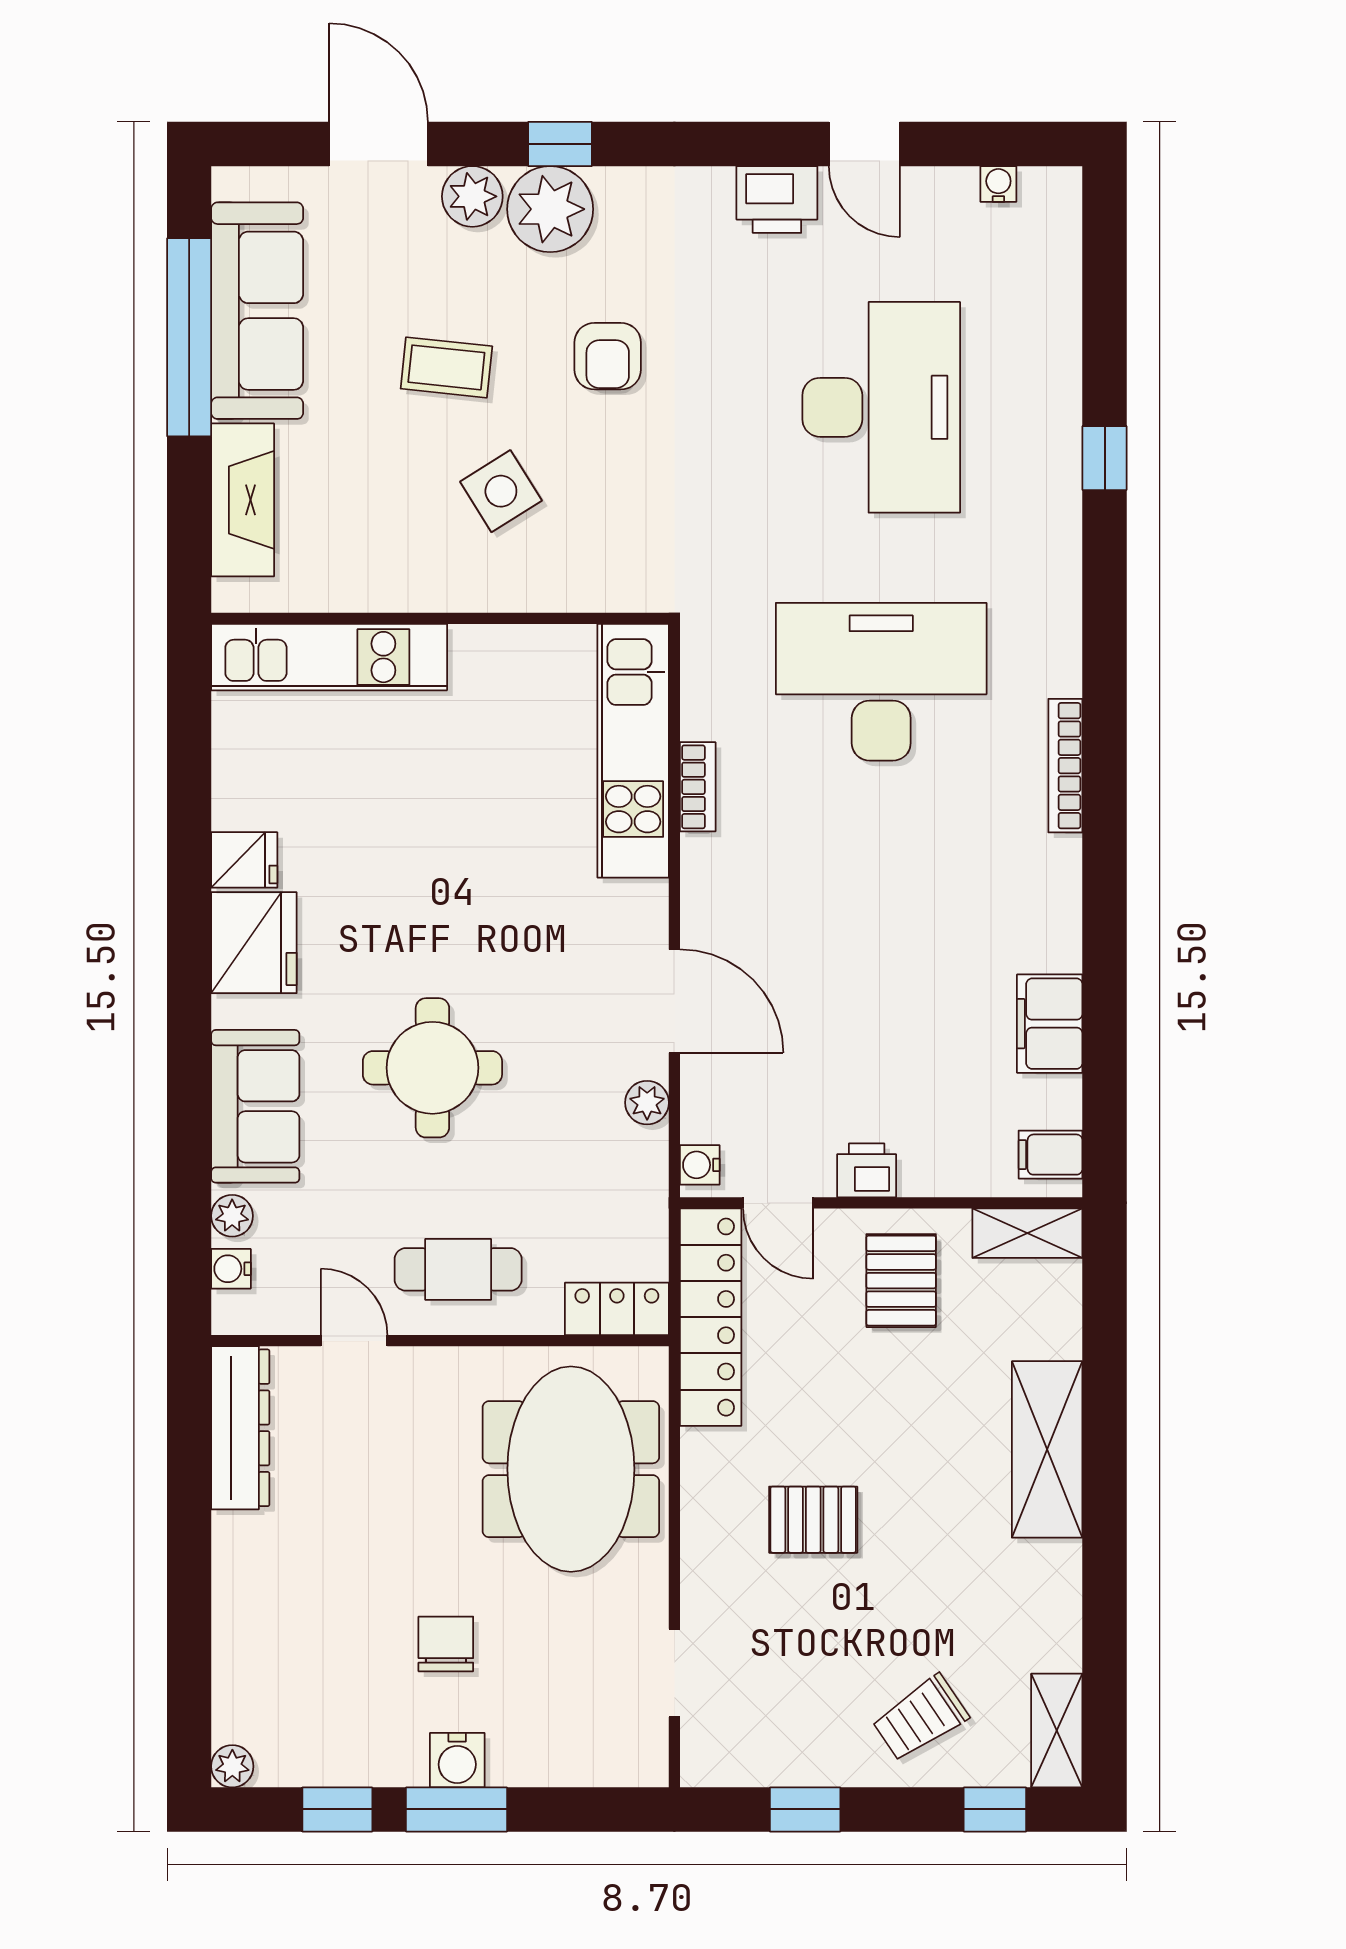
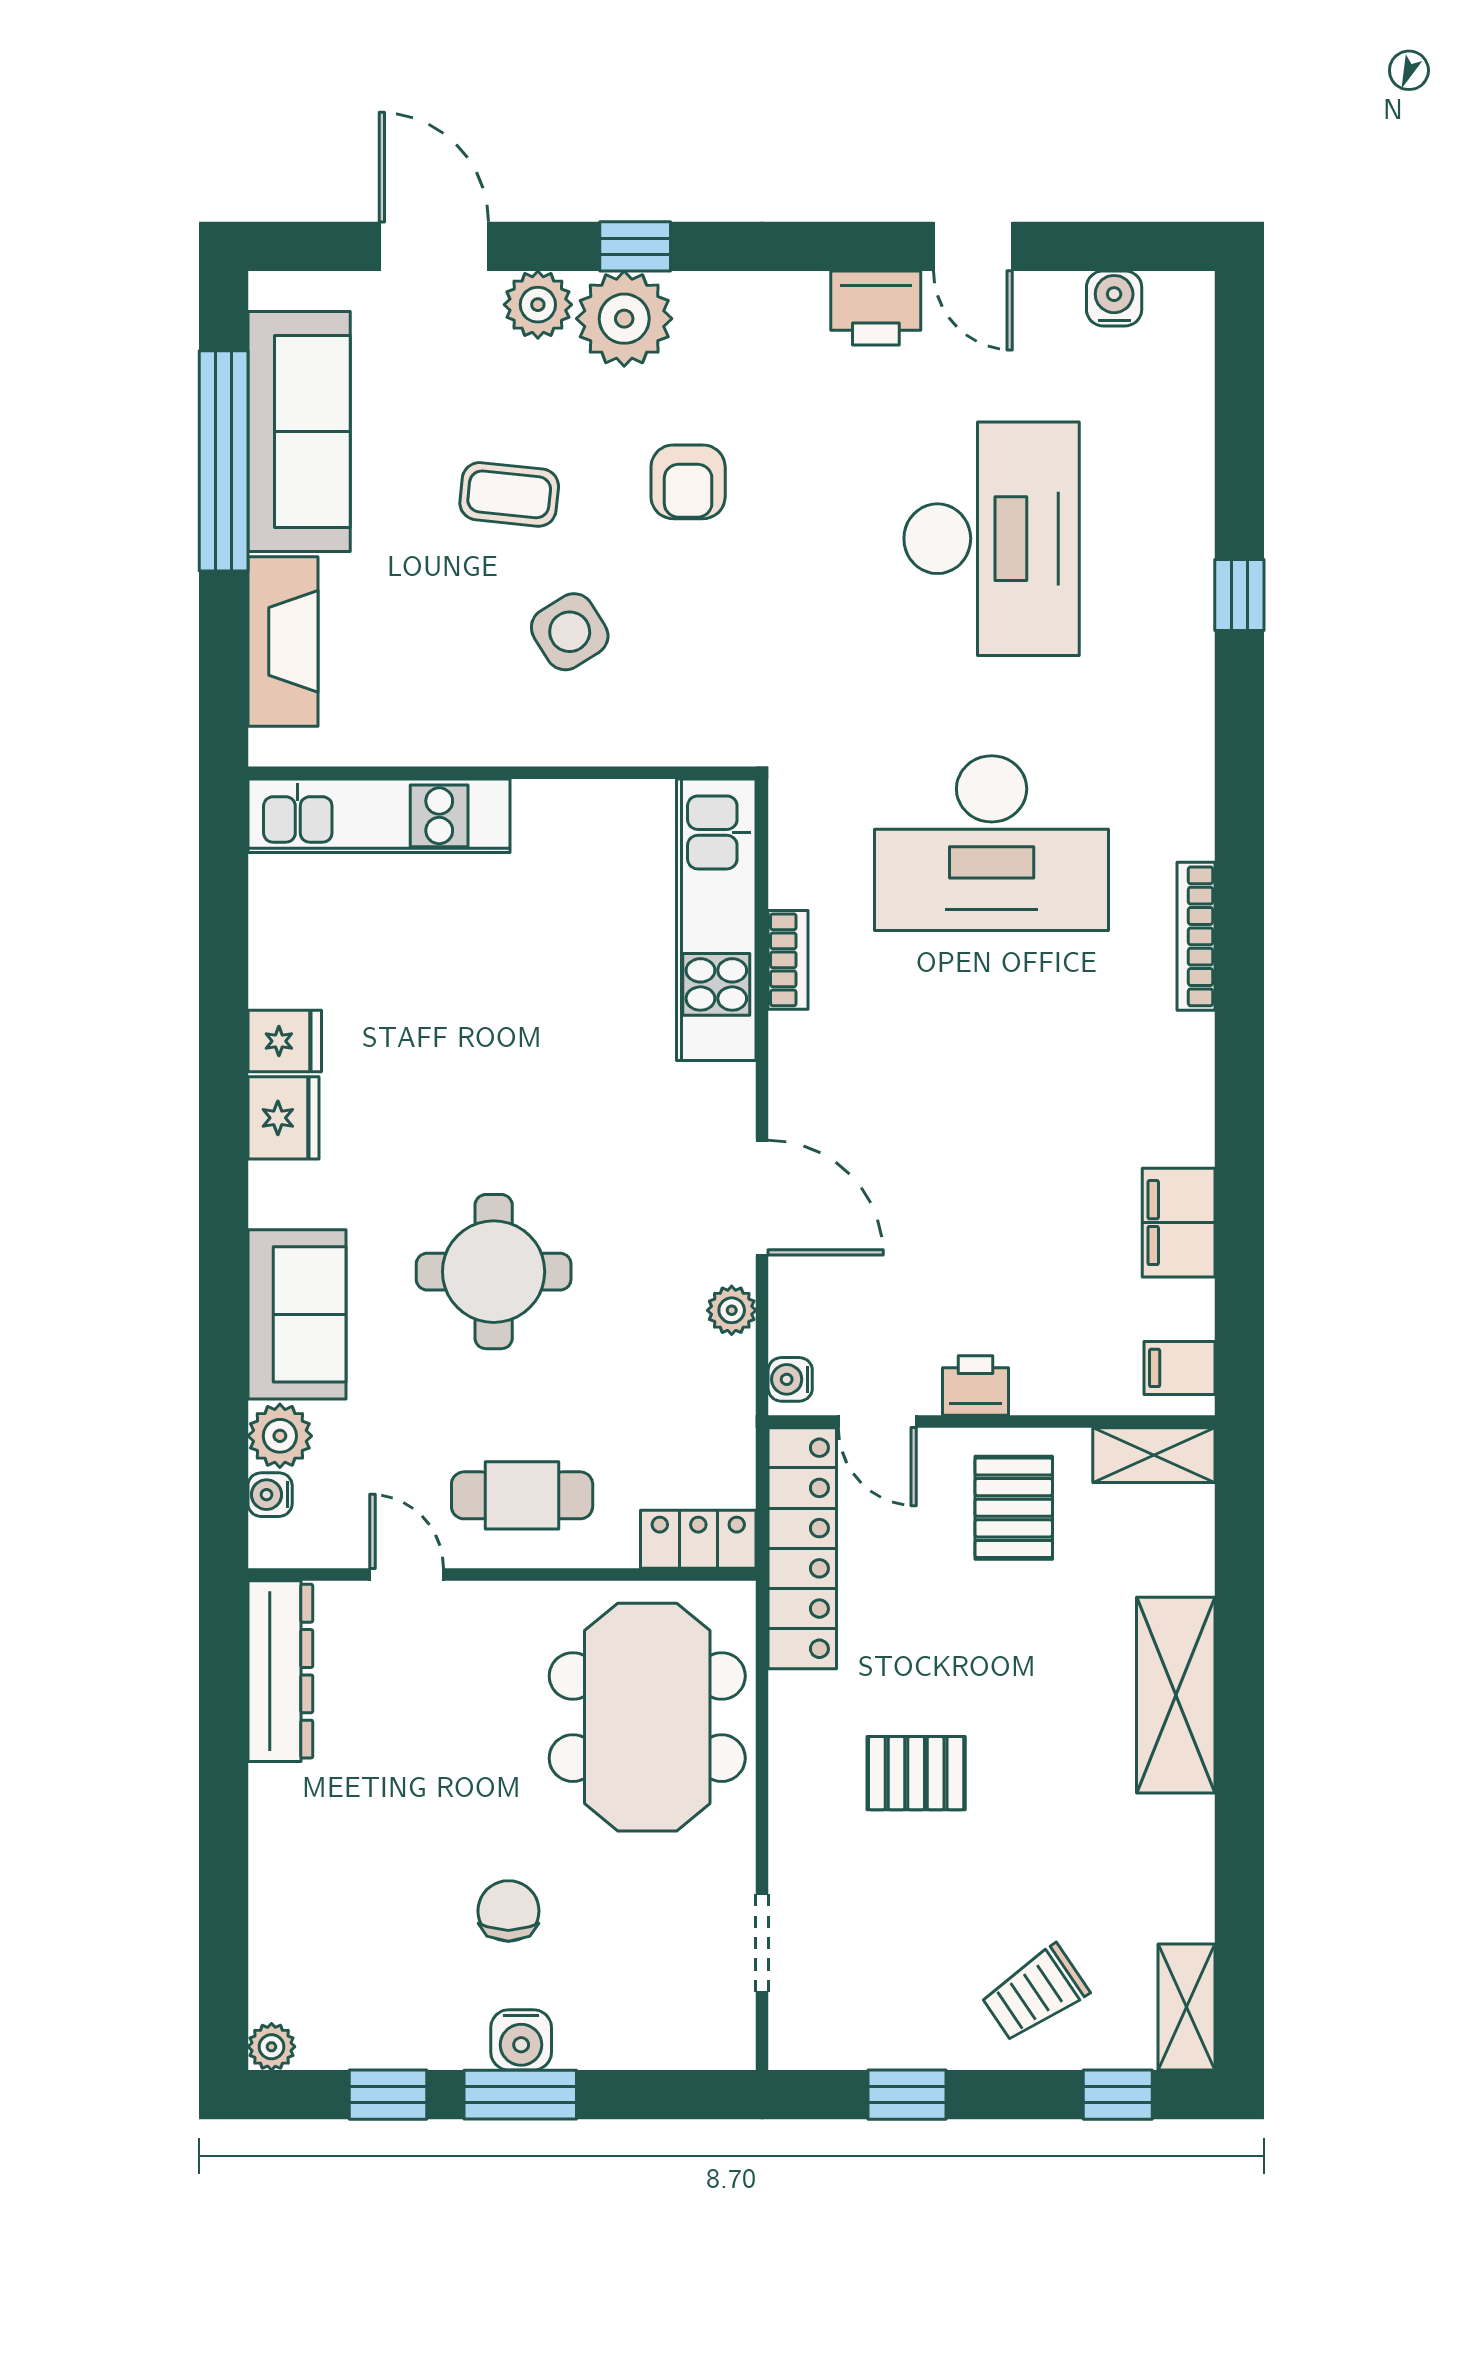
water cooler: (998, 184) -> (1114, 298), width x1.38, depth x1.38
desk: (881, 682) -> (992, 843), turned 180
fridge: (254, 943) -> (283, 1118), width x0.73, depth x0.75
plant: (232, 1216) -> (280, 1436), width x1.38, depth x1.38

